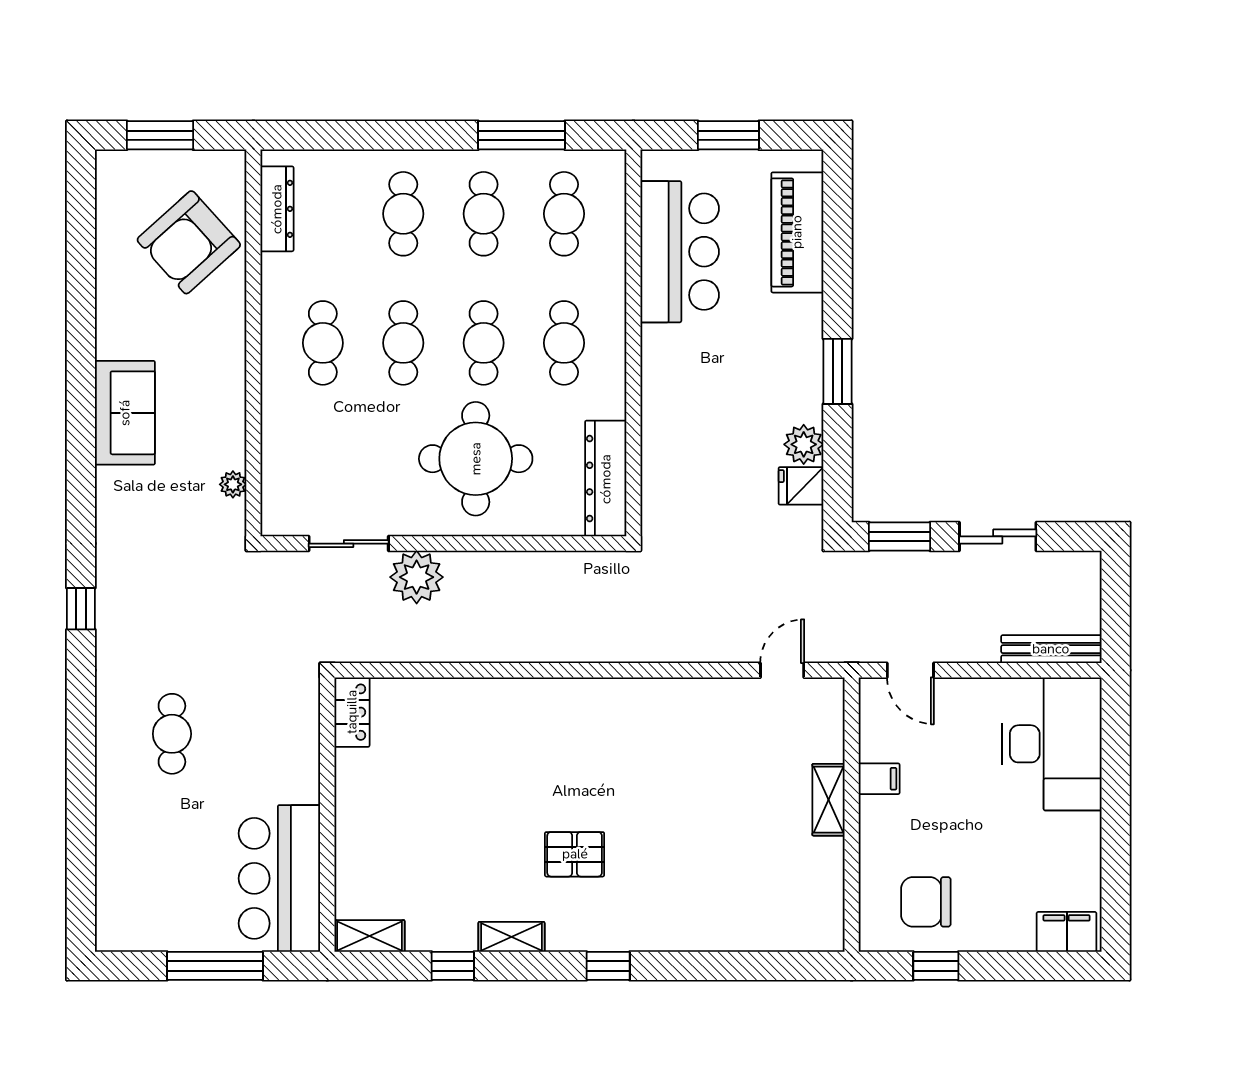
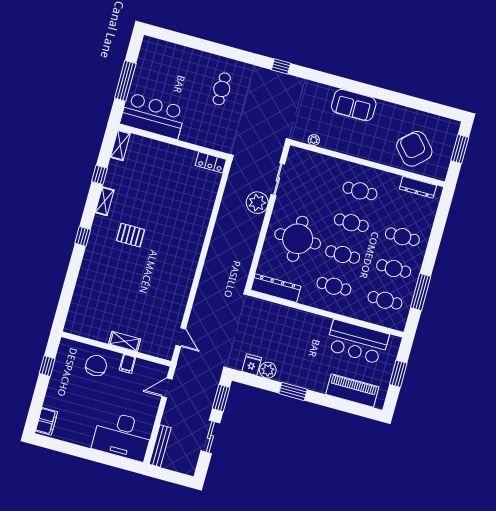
cafe table: (172, 734) -> (222, 89), turned 90
pallet: (575, 854) -> (130, 235), turned 90
chair: (926, 902) -> (96, 366), moved

